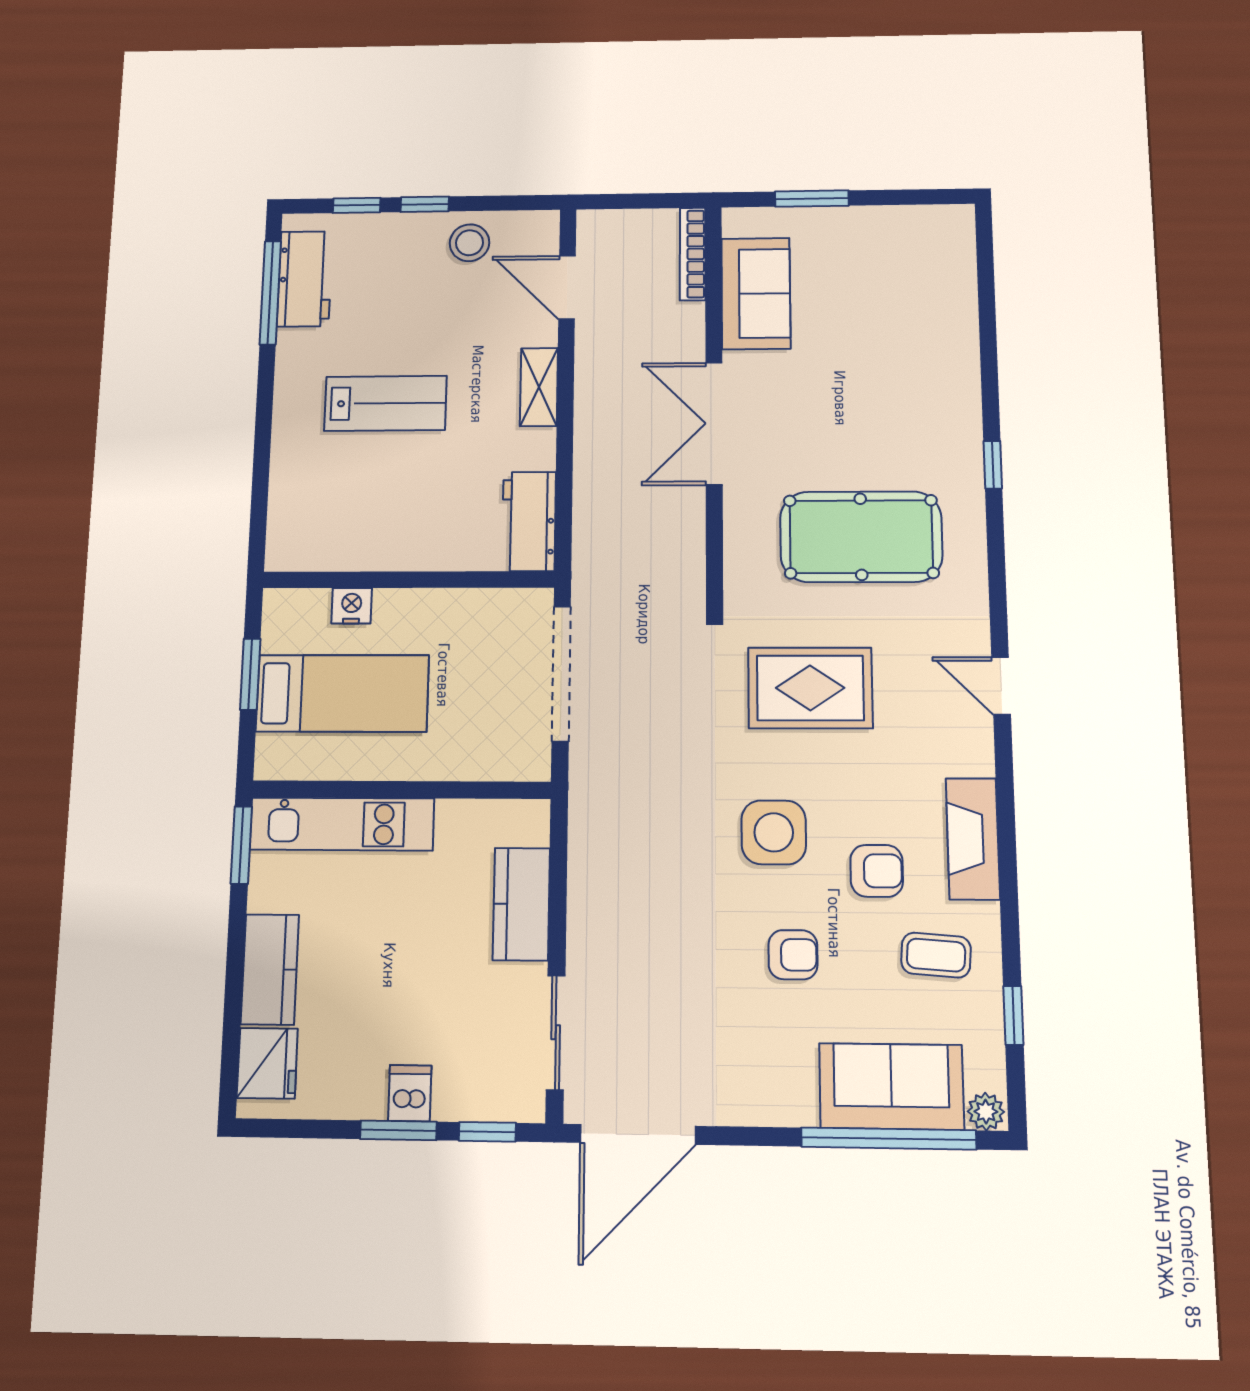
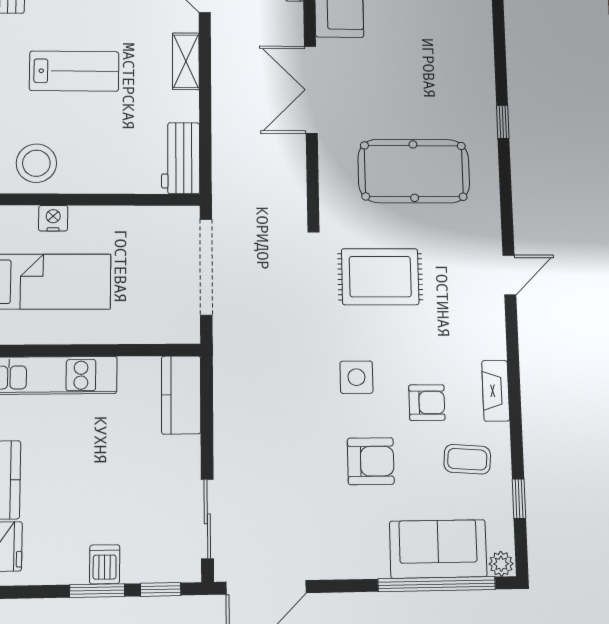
stool: (331, 530) -> (36, 163), added
door: (1001, 686) -> (509, 275), swing flipped
side table: (774, 832) -> (356, 377), width x0.73, depth x0.73
fireplace: (973, 839) -> (496, 391), width x0.73, depth x0.76
kitchen counter: (521, 904) -> (181, 395), moved
armchair: (793, 955) -> (371, 461), width x1.38, depth x1.38

